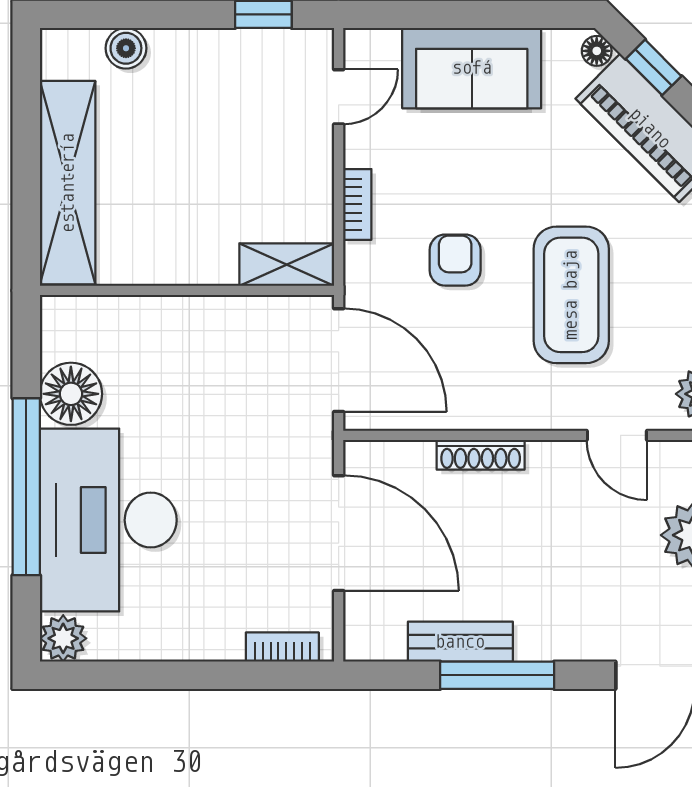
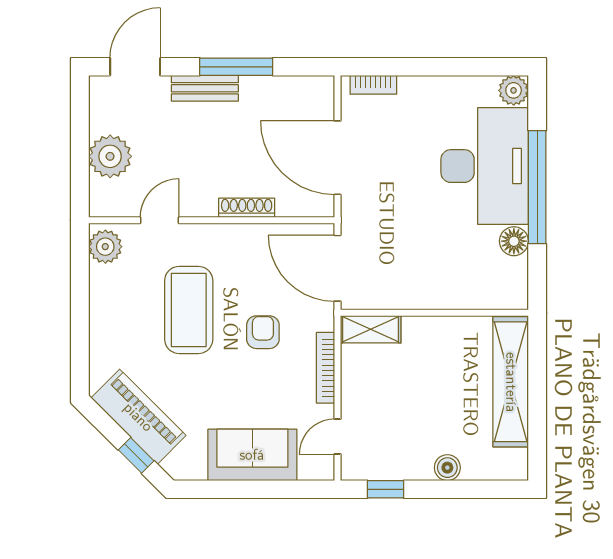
boiler: (126, 48) -> (447, 468), moved
floor lamp: (597, 51) -> (172, 466), removed
bookcase: (357, 204) -> (325, 368), width x1.56
armchair: (455, 260) -> (263, 332), turned 180
floor lamp: (71, 394) -> (514, 241), width x0.73, depth x0.73
door: (617, 435) -> (160, 220), hinge flipped
bench: (460, 642) -> (205, 88), moved

